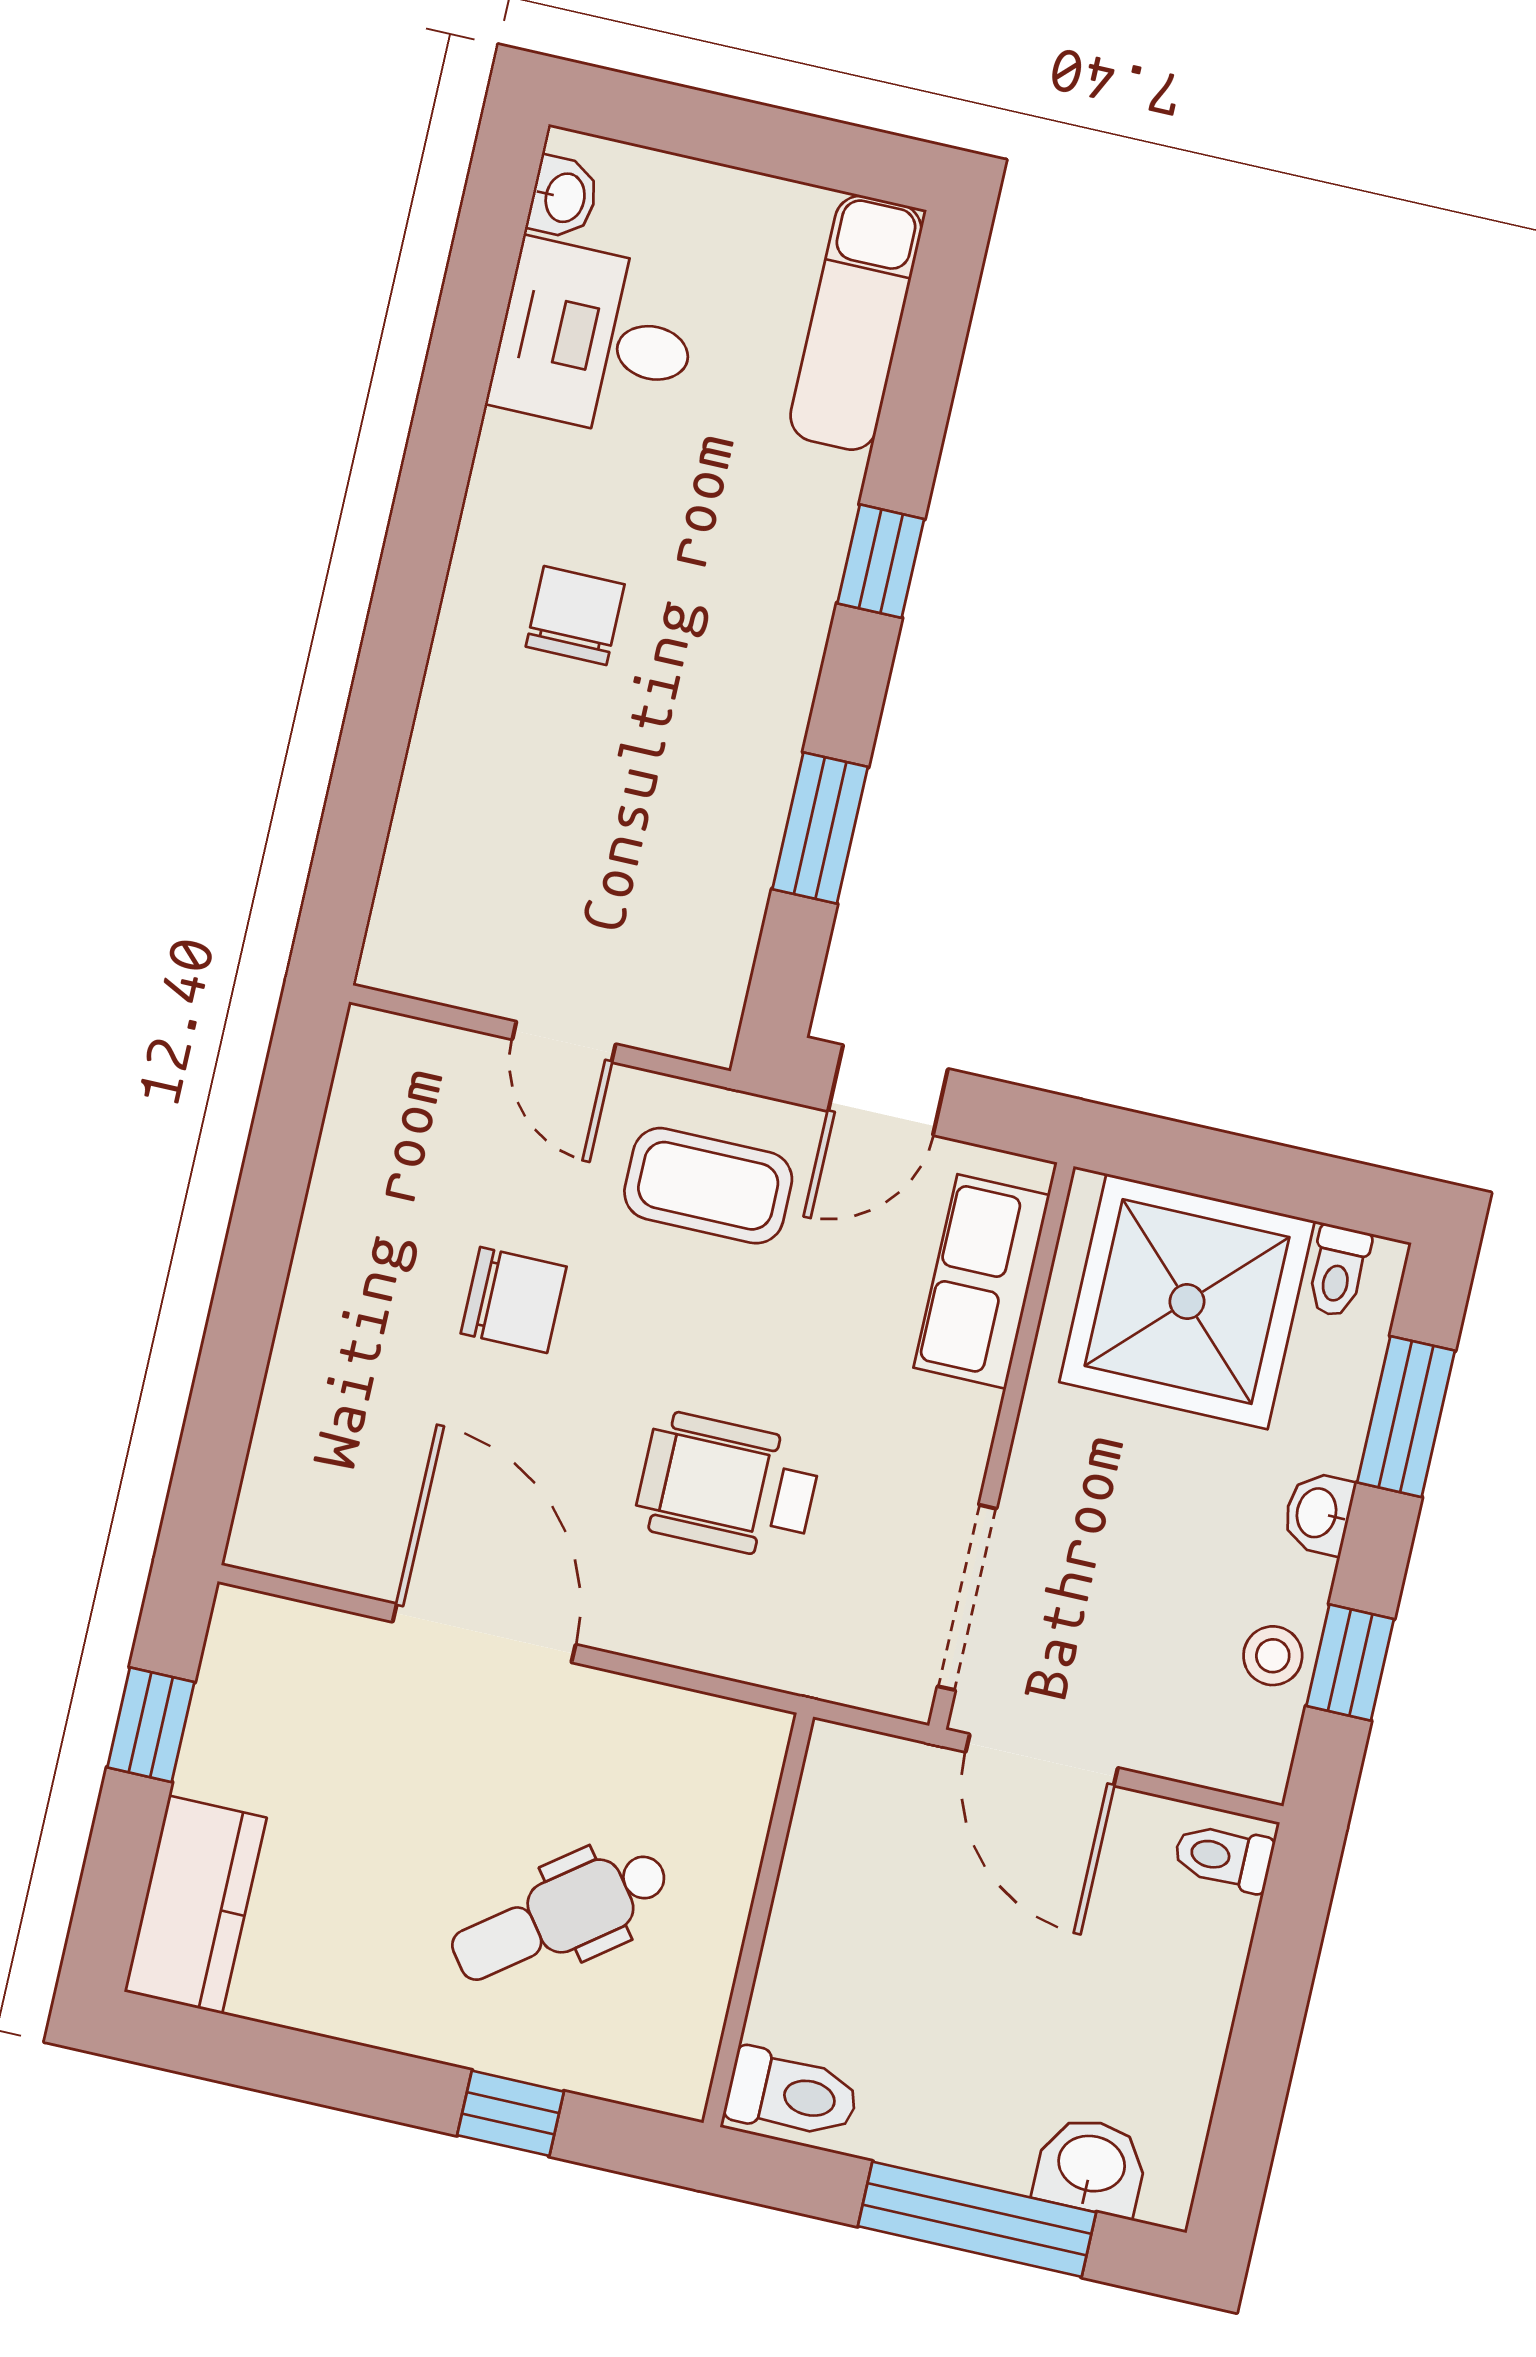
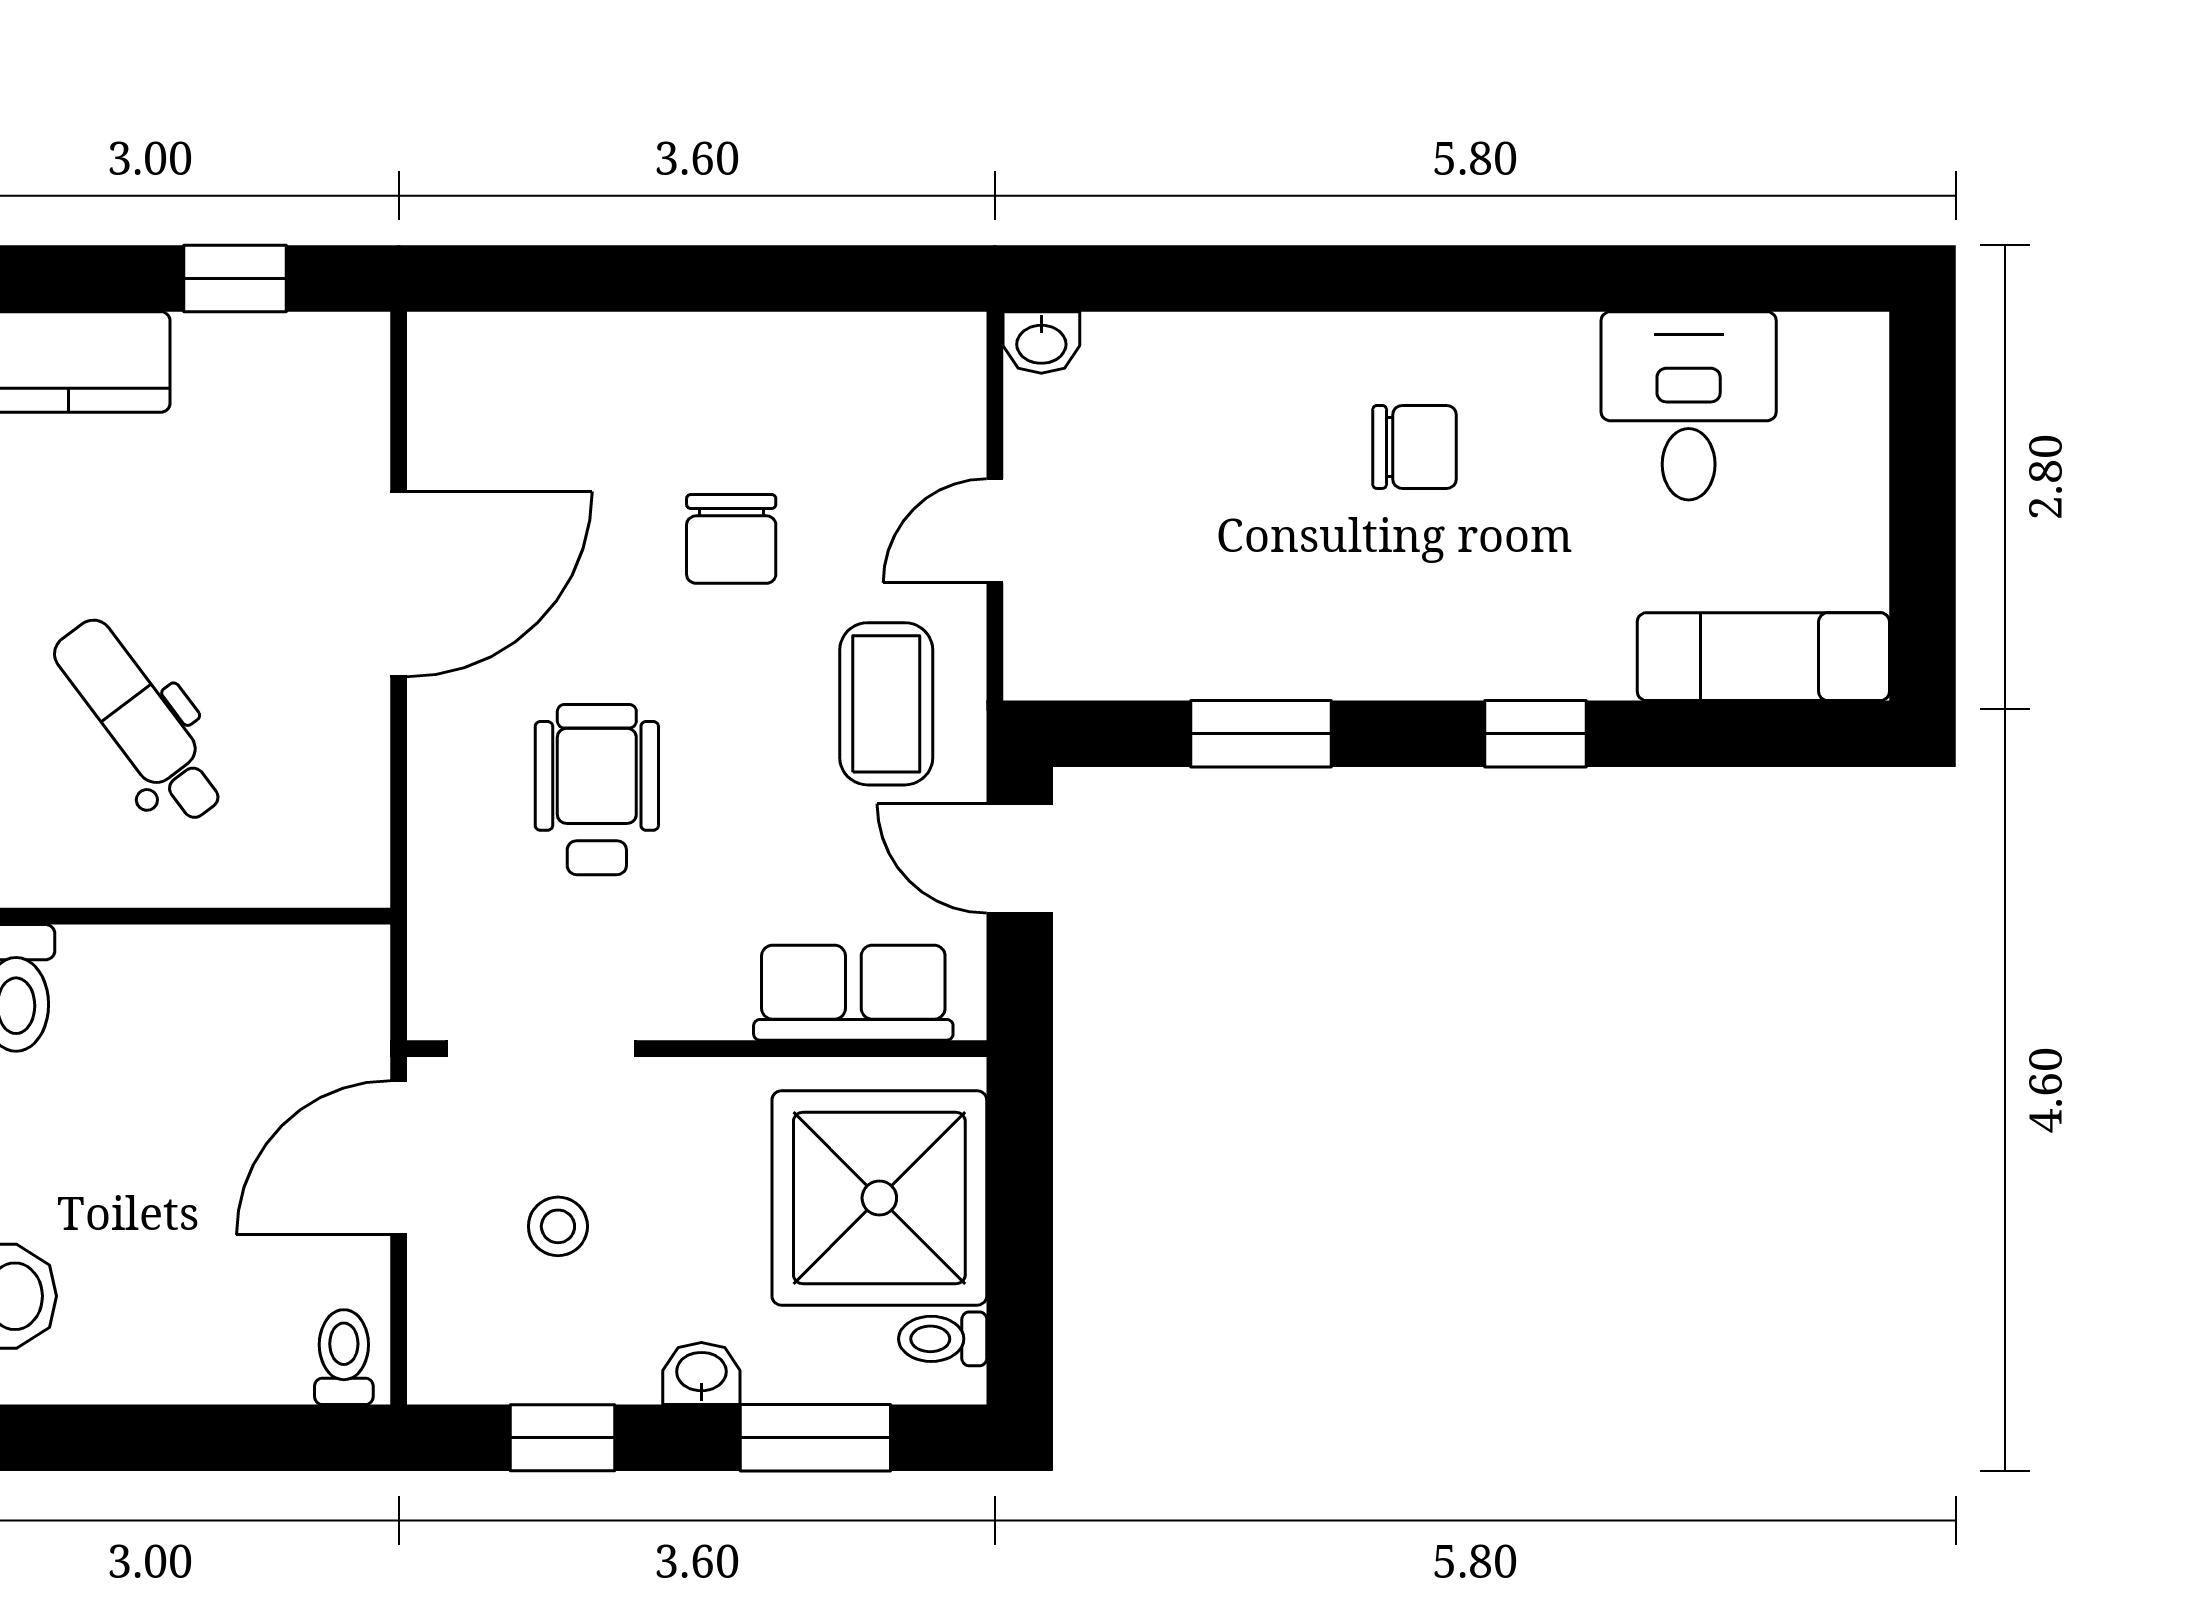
washbasin: (563, 197) -> (1041, 342), moved
stool: (1273, 1656) -> (558, 1226), moved

